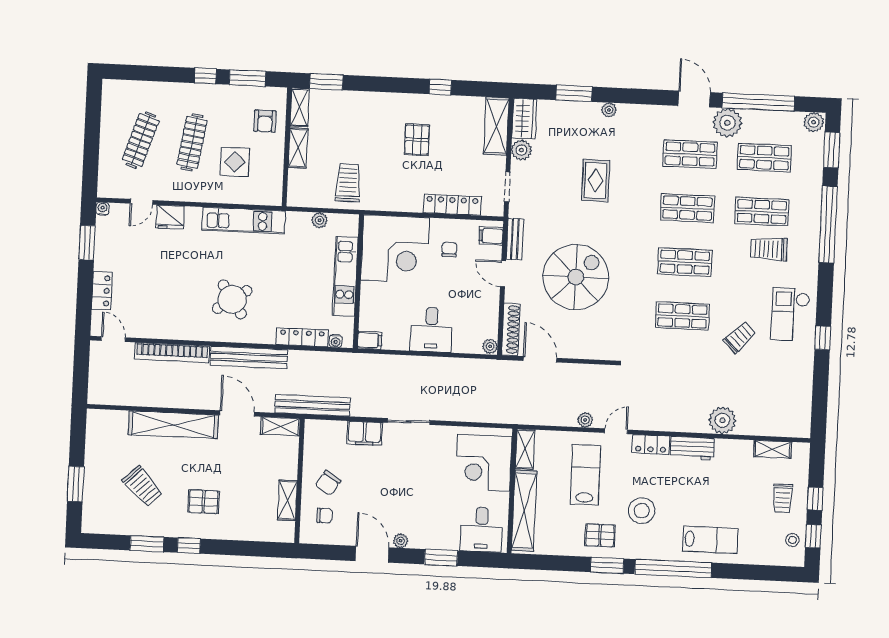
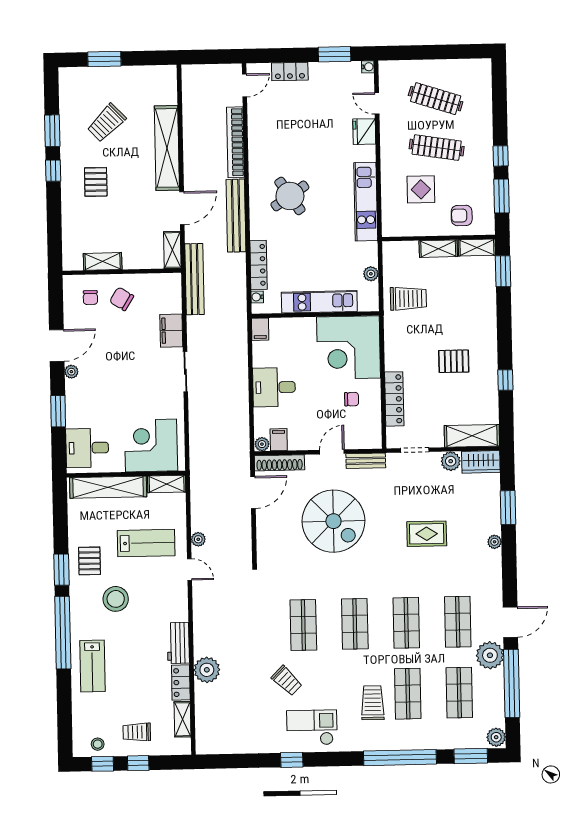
filing cabinet: (491, 236) -> (279, 440), moved
locker: (651, 445) -> (181, 682), moved

